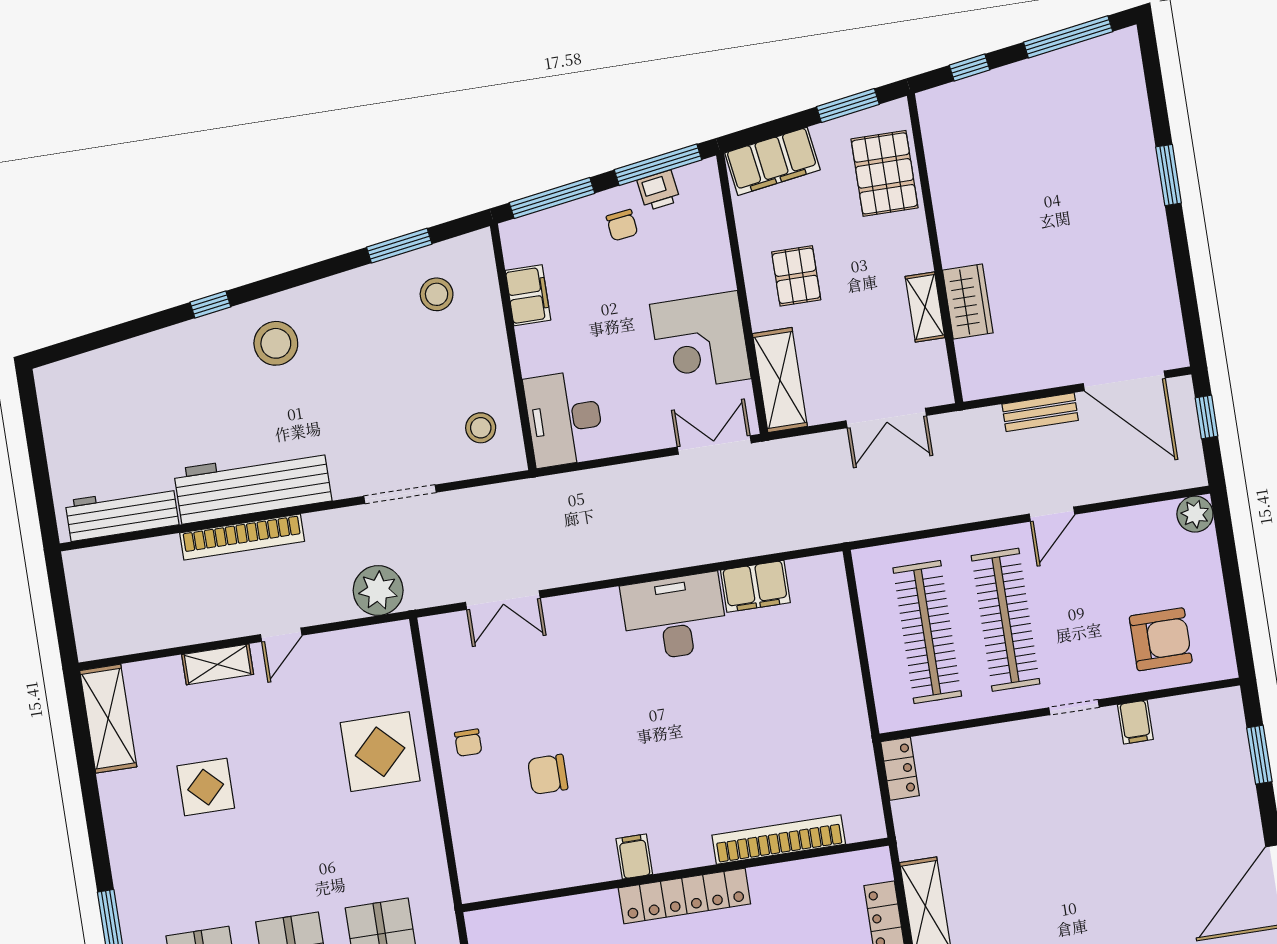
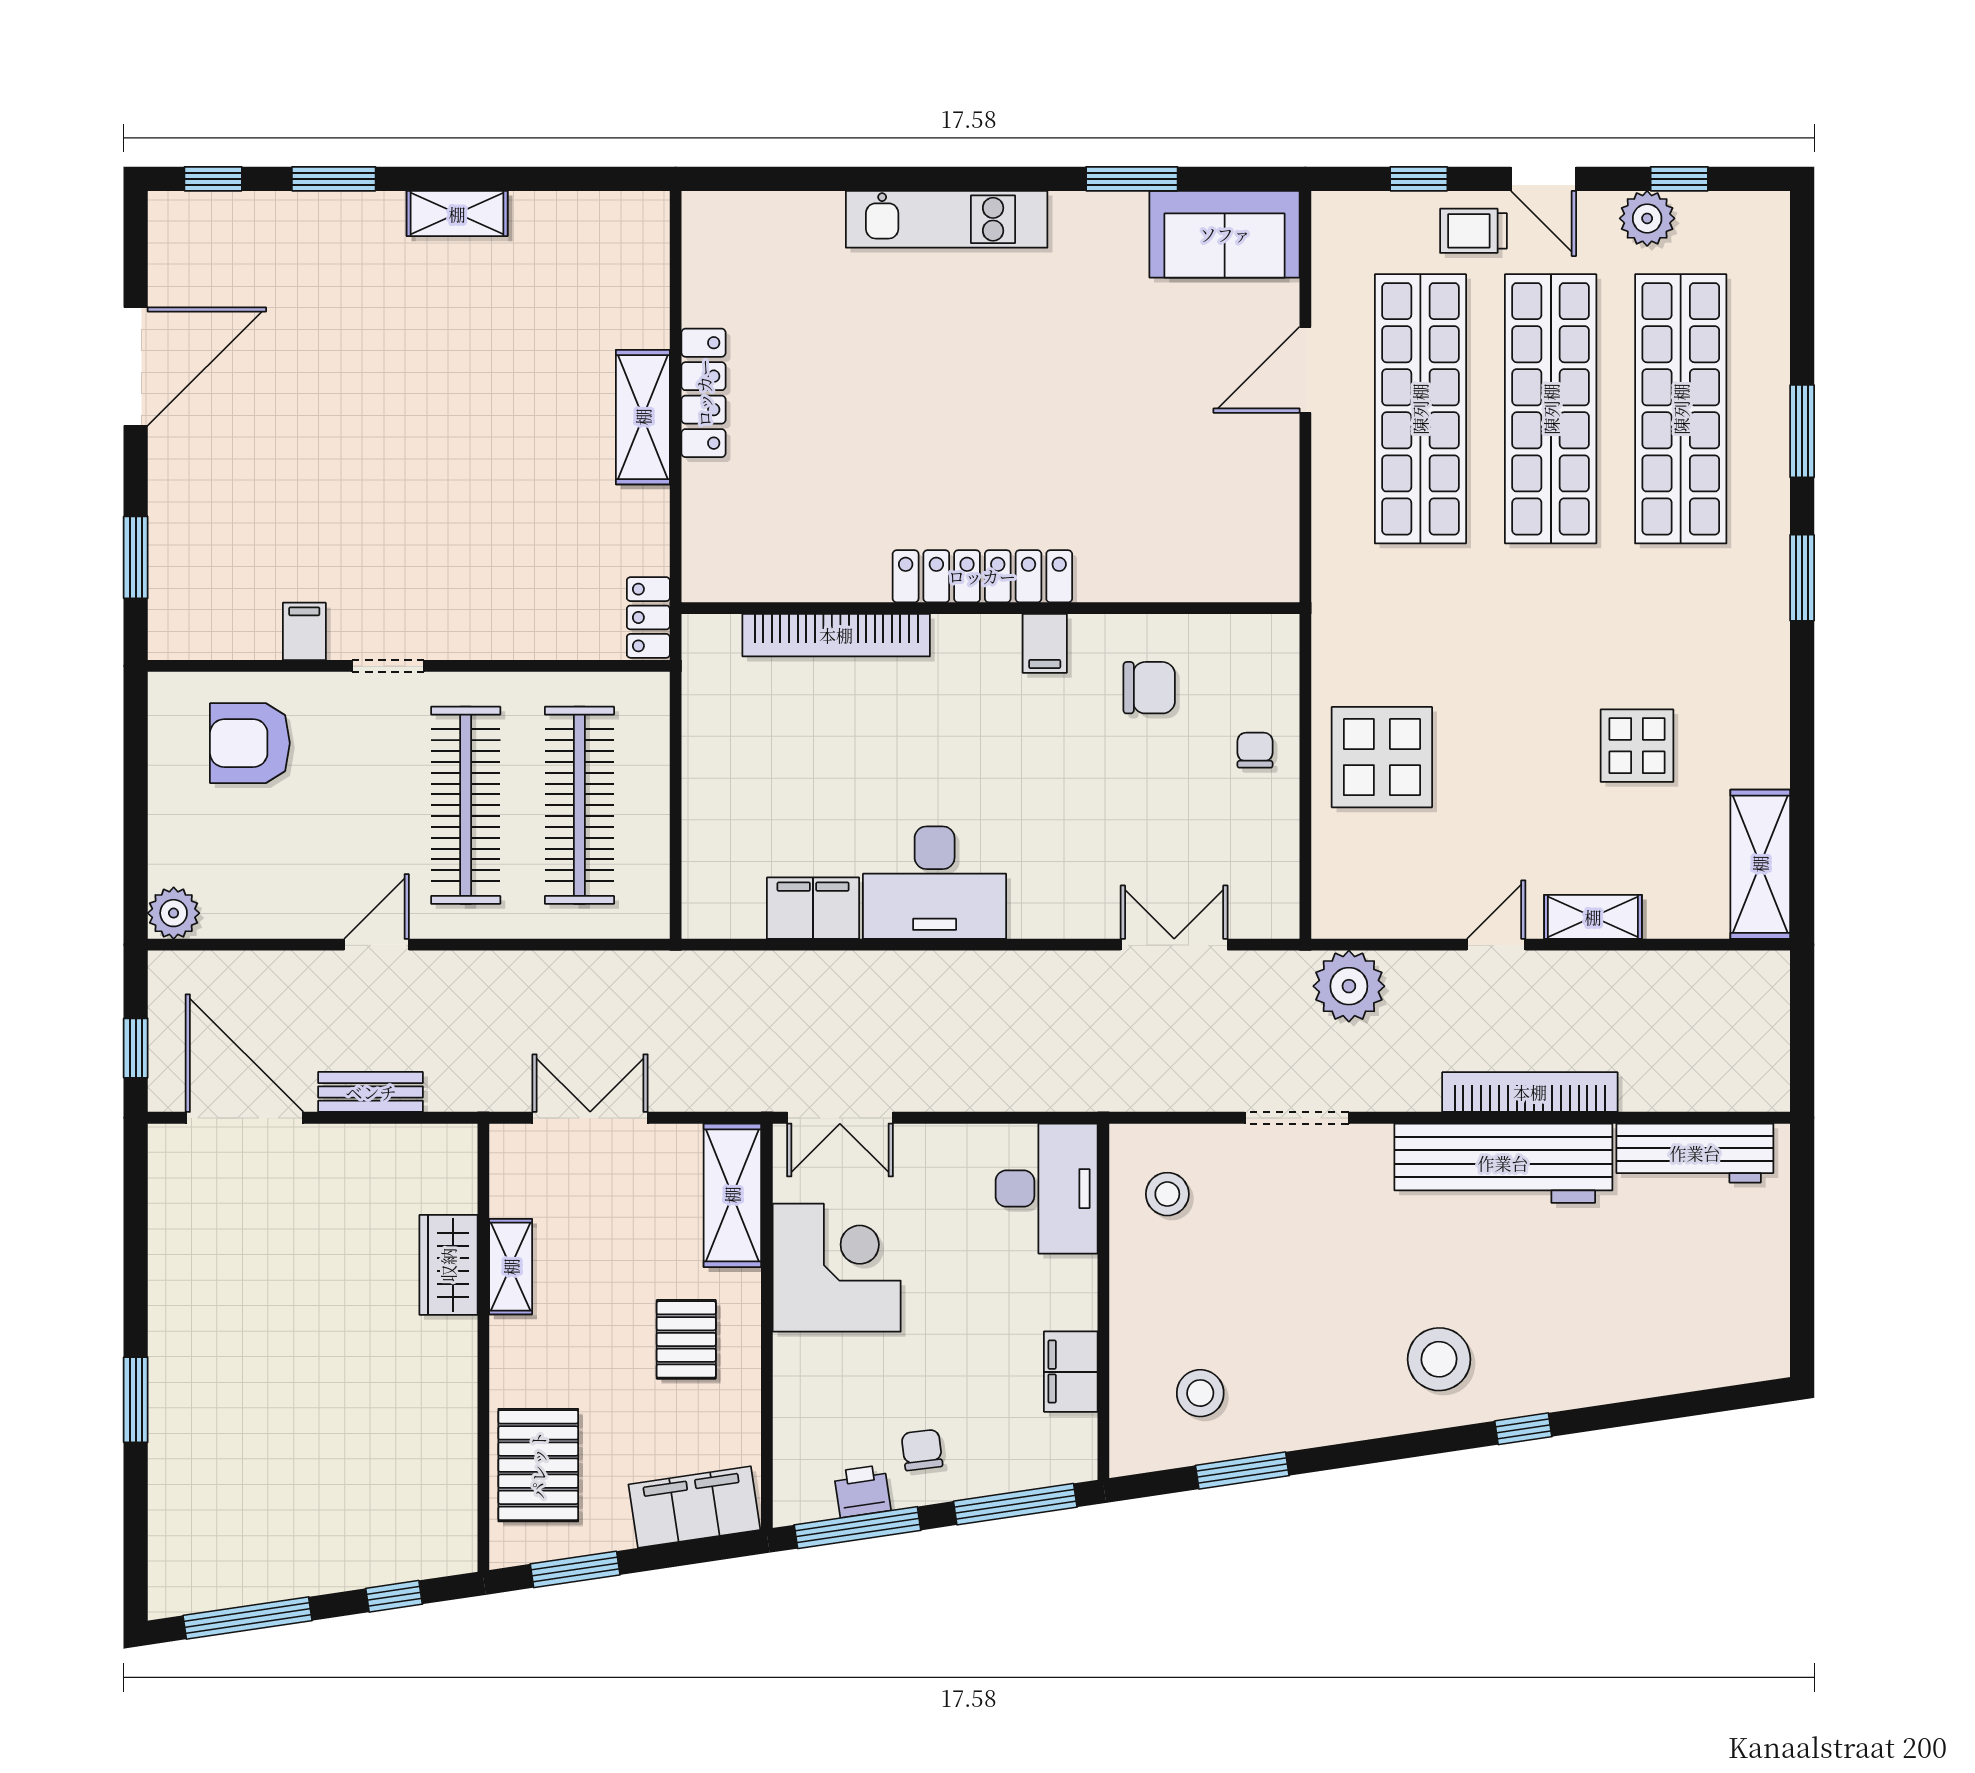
bookcase: (779, 840) -> (836, 635), moved
filing cabinet: (634, 856) -> (1045, 643), moved
wall: (675, 875) -> (990, 608), moved
locker: (684, 896) -> (982, 576), moved

